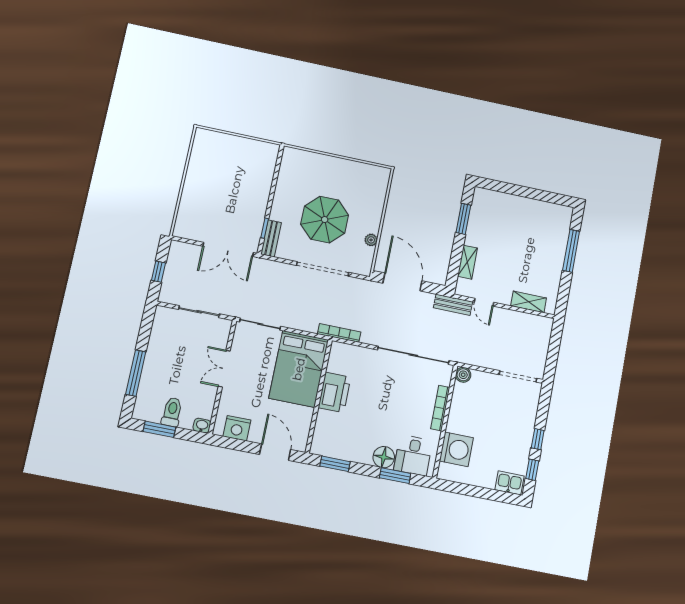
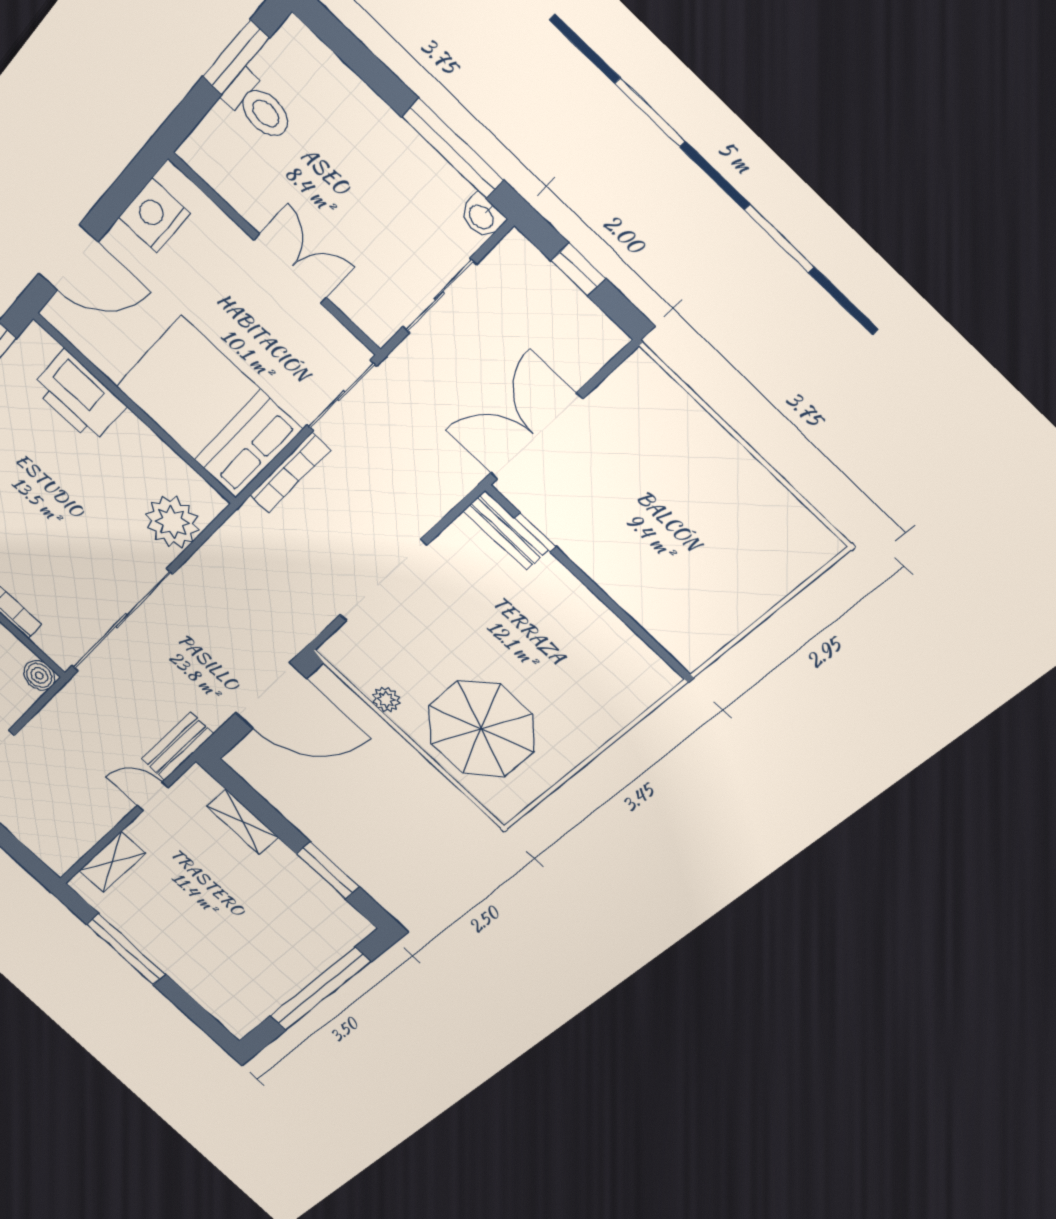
window: (521, 191) -> (320, 989), added
parasol: (325, 220) -> (481, 729), moved
window: (571, 251) -> (126, 949), moved
bookcase: (339, 333) -> (290, 473), moved
plant: (356, 358) -> (172, 522), added
window: (136, 373) -> (453, 148), moved
printer: (335, 392) -> (79, 397), moved
washbasin: (202, 426) -> (482, 216), moved, turned 90

